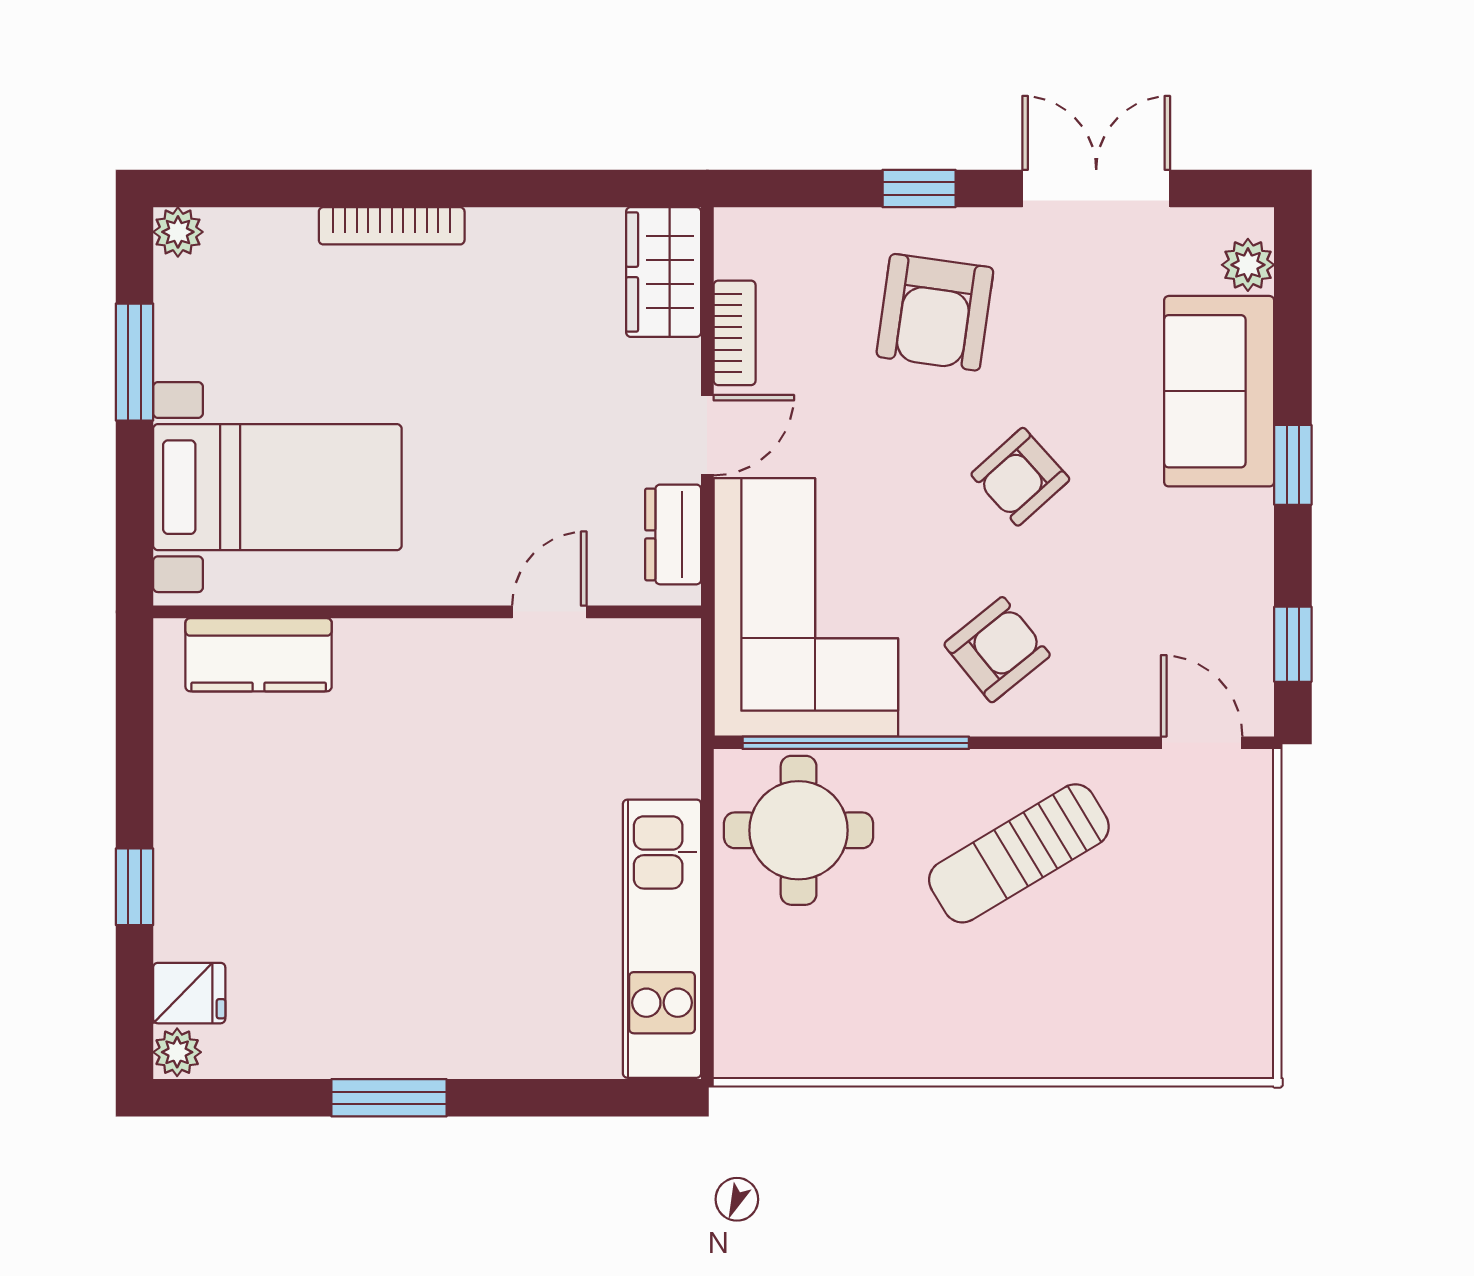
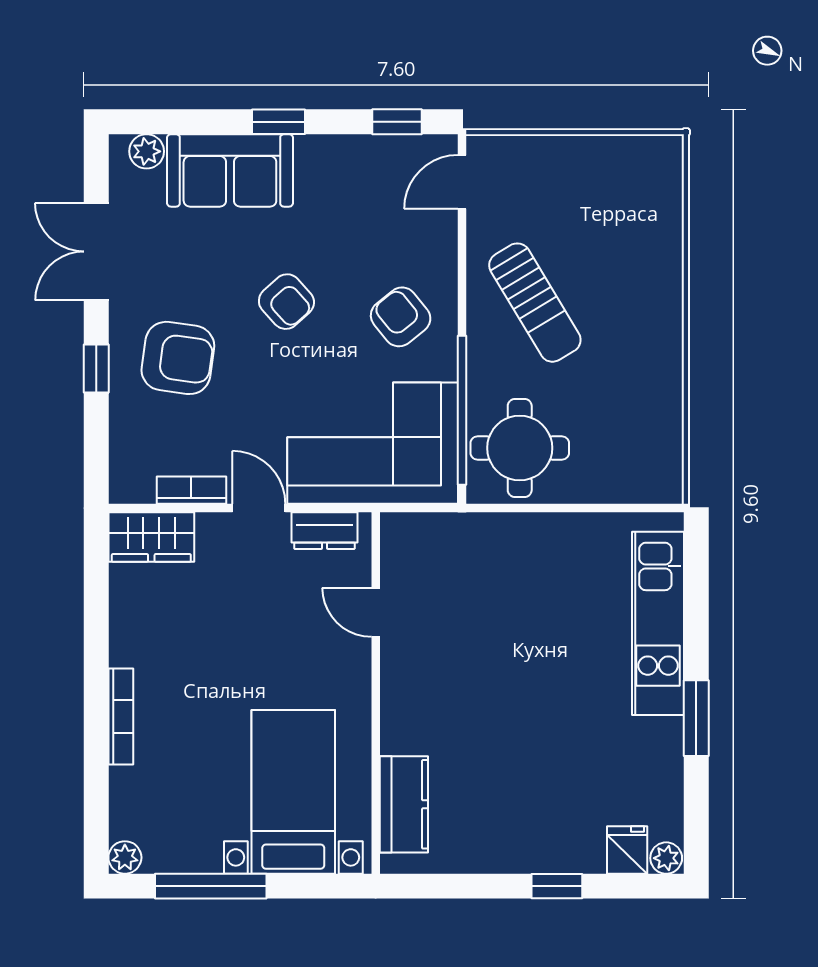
window: (134, 362) -> (211, 886), width x1.44
kitchen unit: (662, 939) -> (658, 623), moved, turned 90

